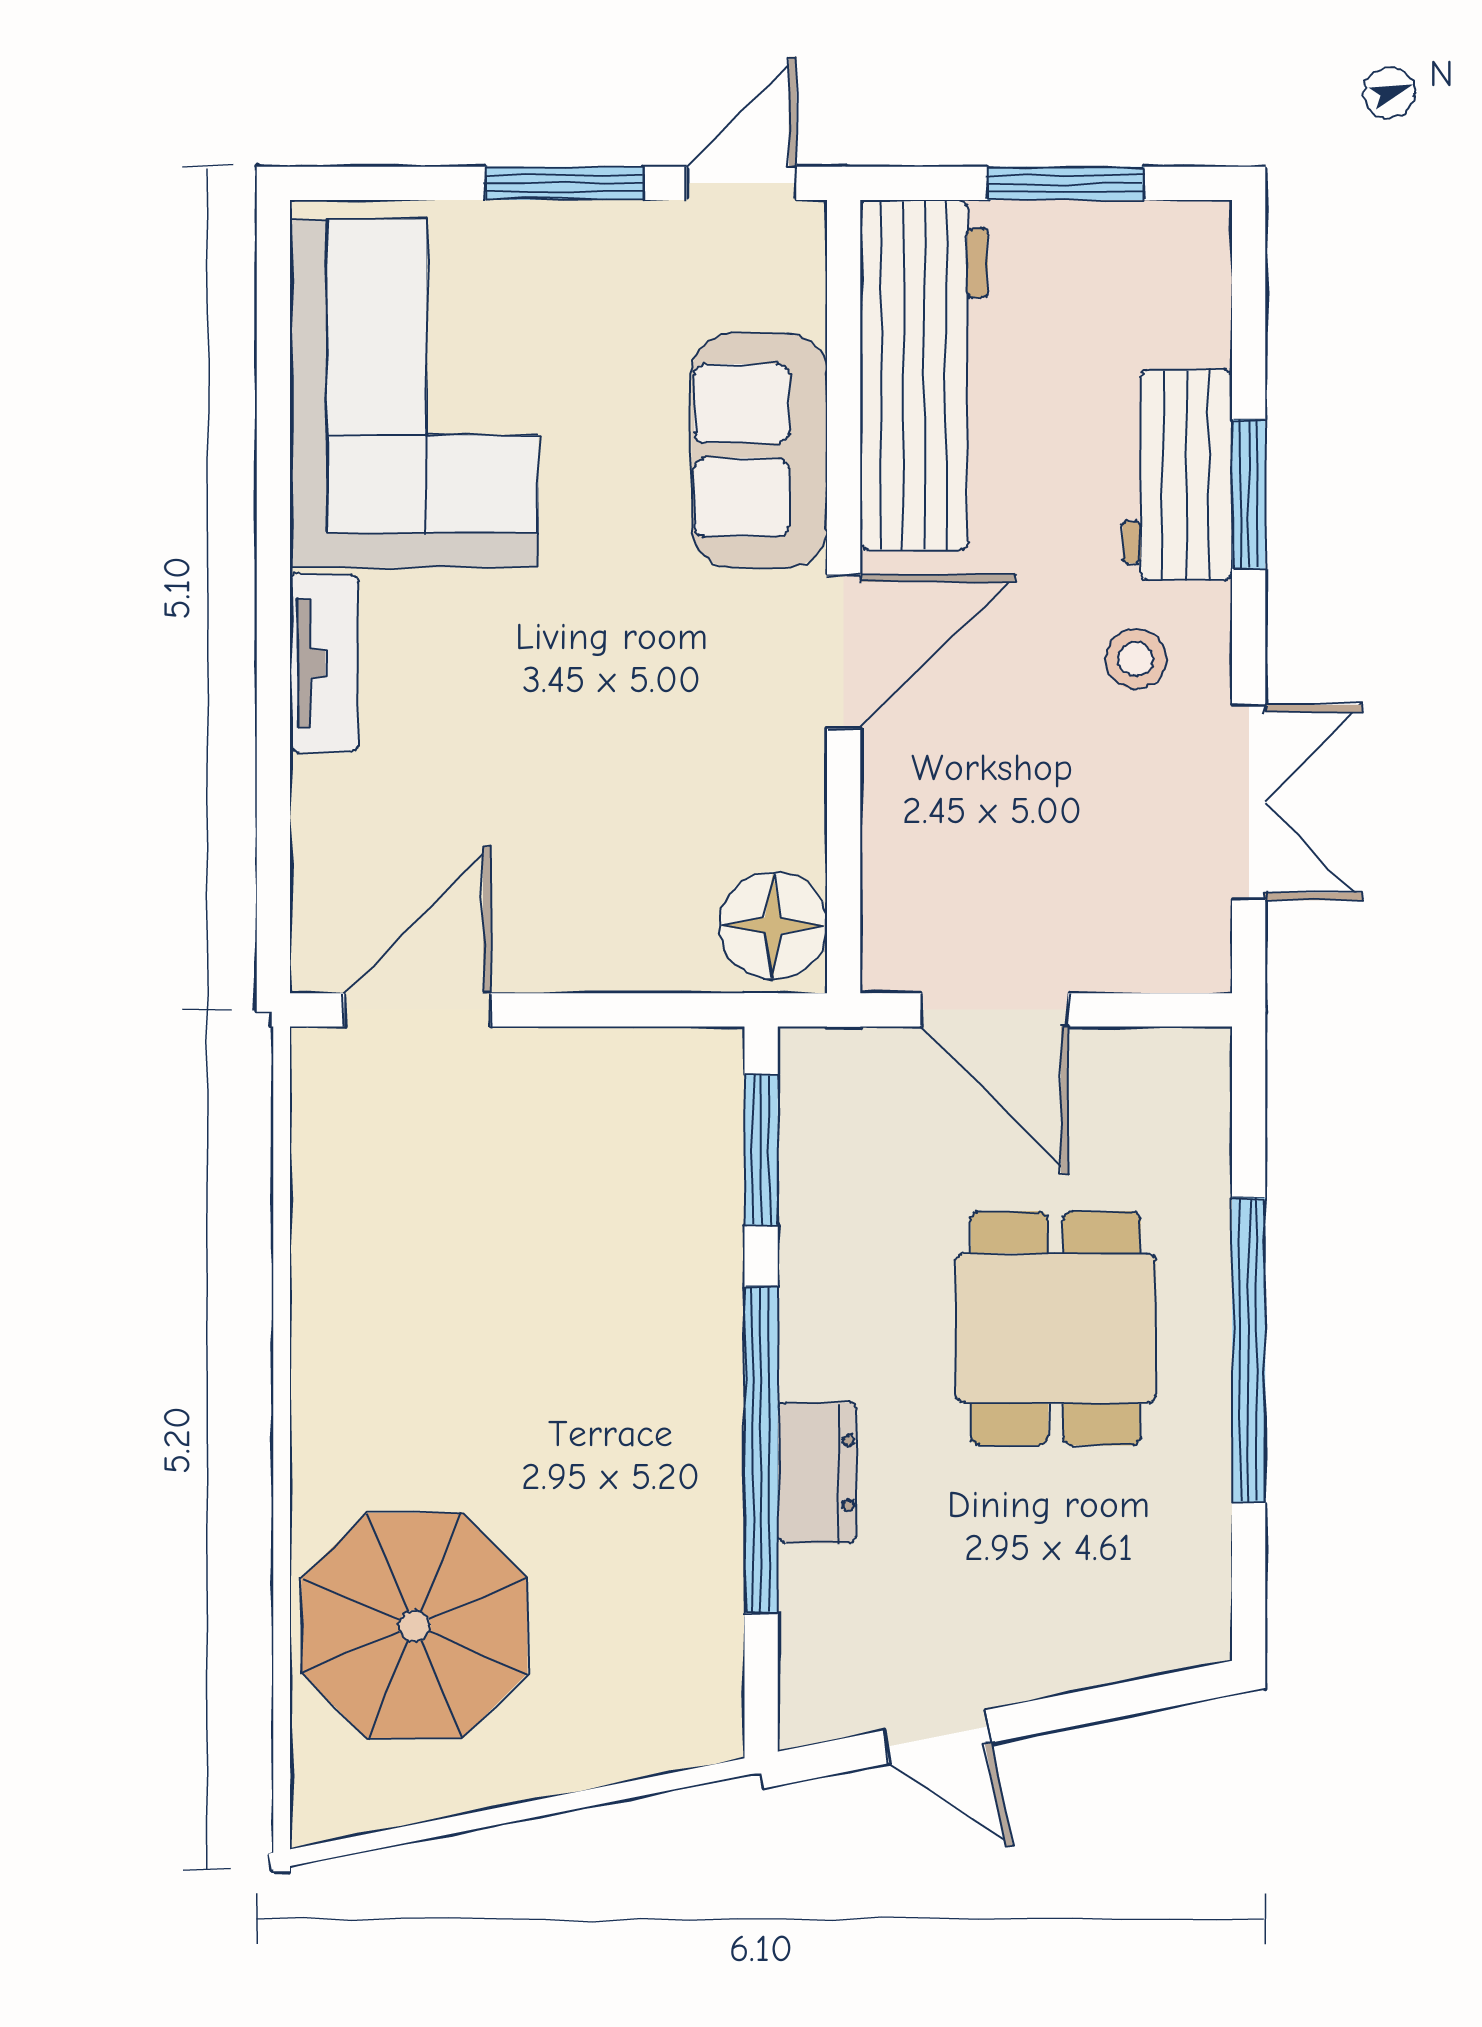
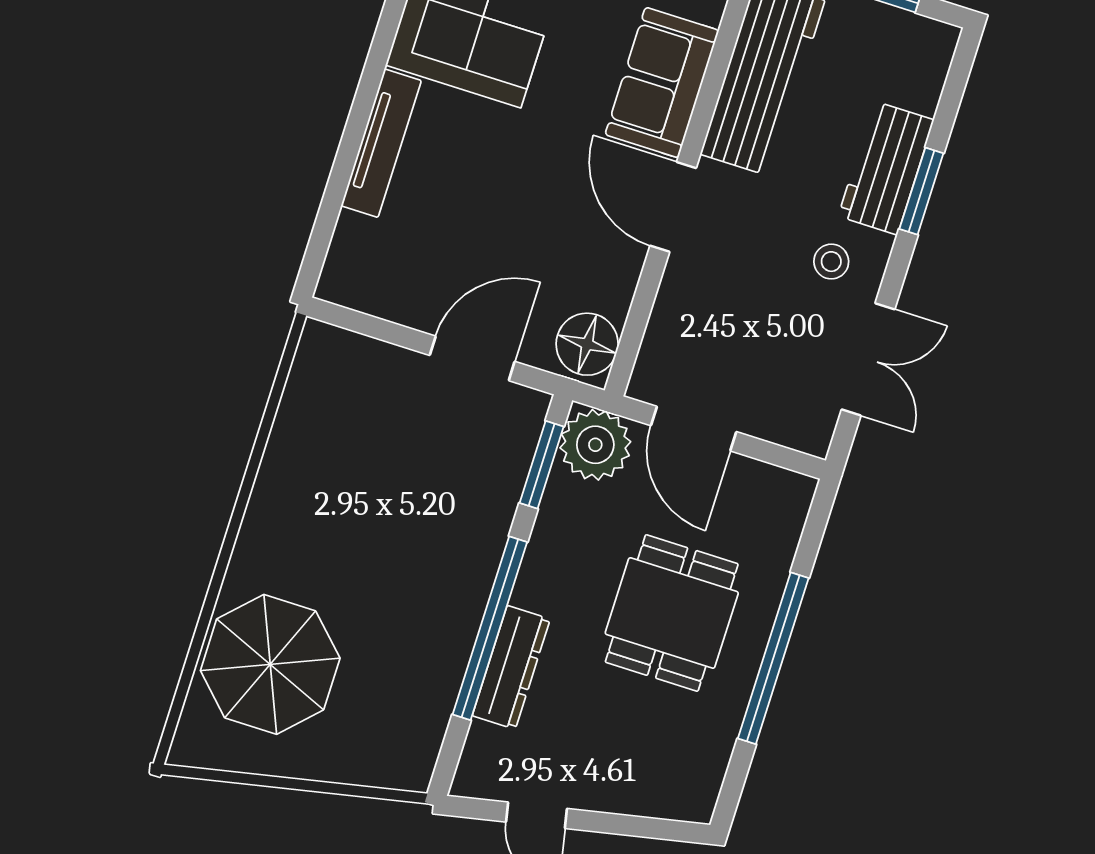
door: (844, 652) -> (673, 207), swing flipped
tv unit: (324, 663) -> (381, 143), width x1.41
door: (417, 1010) -> (472, 358), moved
plant: (840, 1089) -> (595, 445), added
dresser: (817, 1473) -> (511, 667), width x1.44

